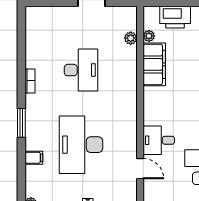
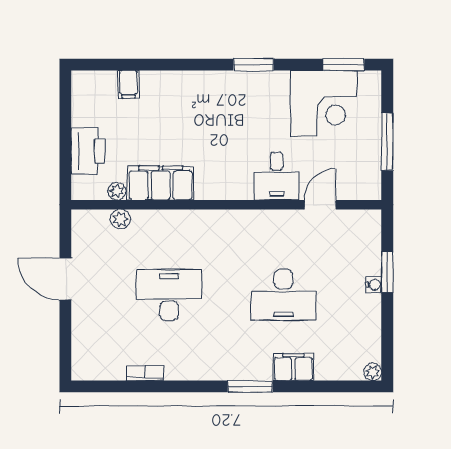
bookcase: (30, 81) -> (145, 373), moved
desk: (81, 145) -> (283, 295), width x0.73, depth x0.77
filing cabinet: (34, 158) -> (293, 367), width x2.00

